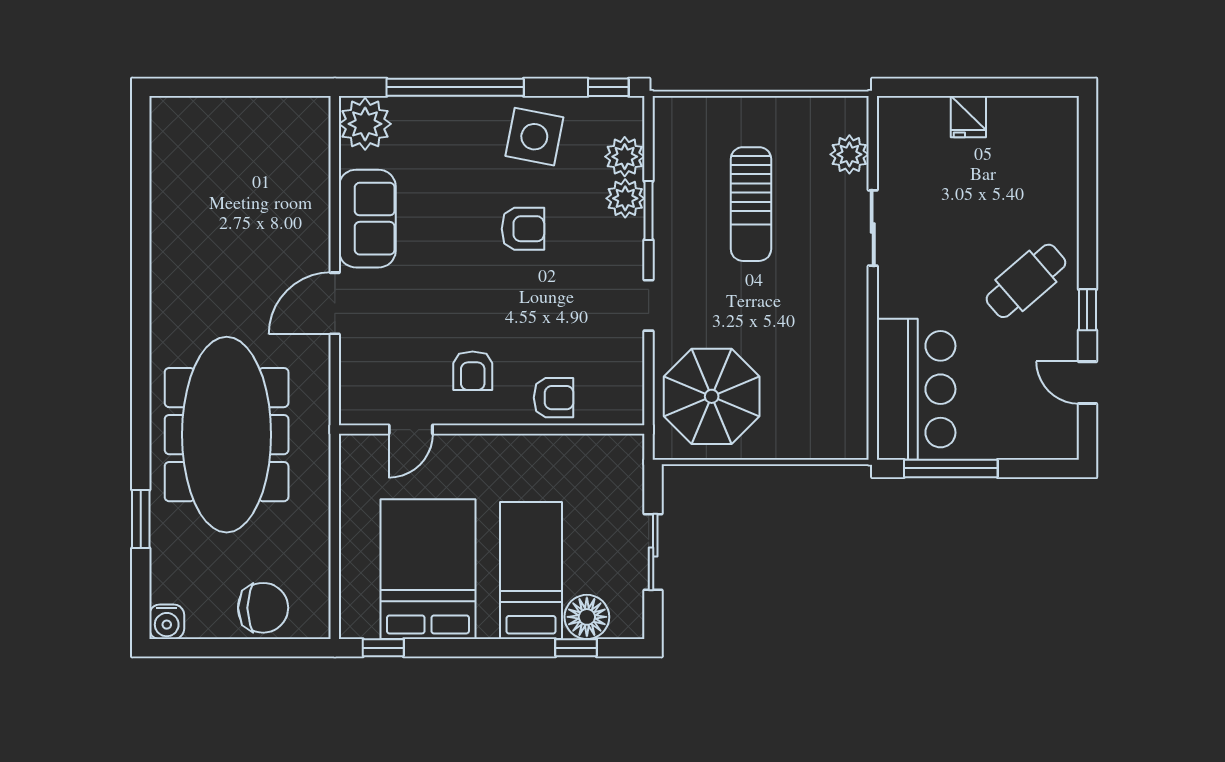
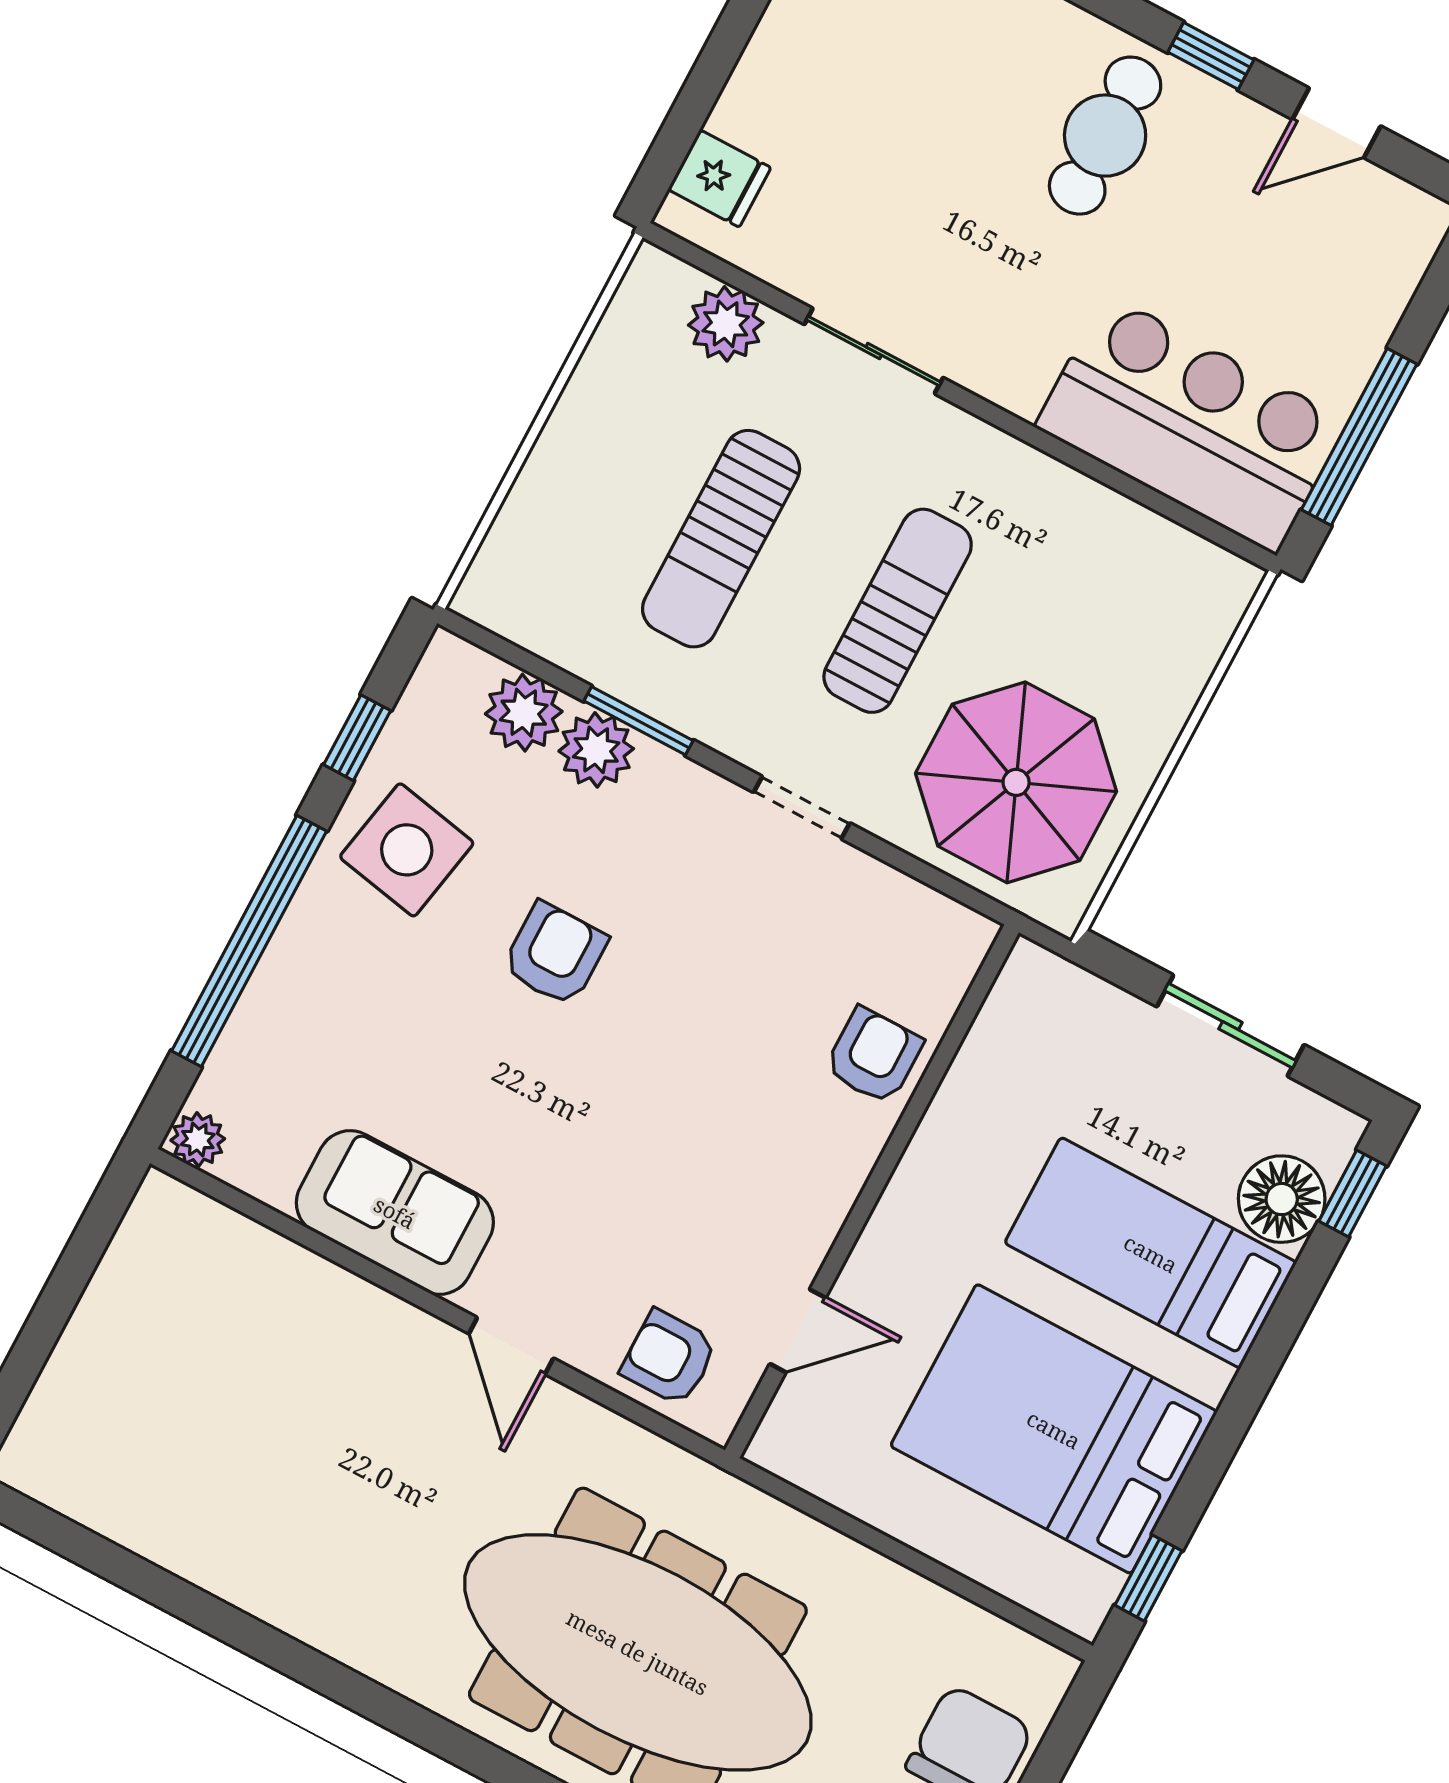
window: (608, 87) -> (357, 738), moved
fridge: (968, 117) -> (719, 178), moved
plant: (365, 124) -> (198, 1140), width x0.53, depth x0.53
sun lounger: (751, 204) -> (721, 539), turned 90
cafe table: (1026, 281) -> (1105, 136), turned 41
sun lounger: (761, 301) -> (898, 611), added
door: (335, 303) -> (511, 1346), width x0.73
armchair: (473, 371) -> (669, 1358), moved, turned 180
door: (411, 430) -> (798, 1331), hinge flipped
window: (576, 648) -> (1353, 1194), moved

